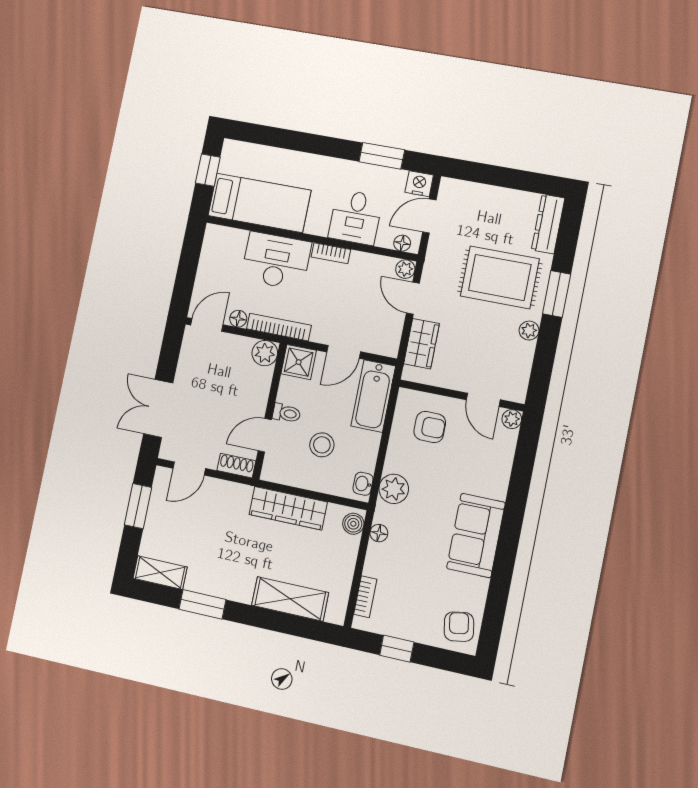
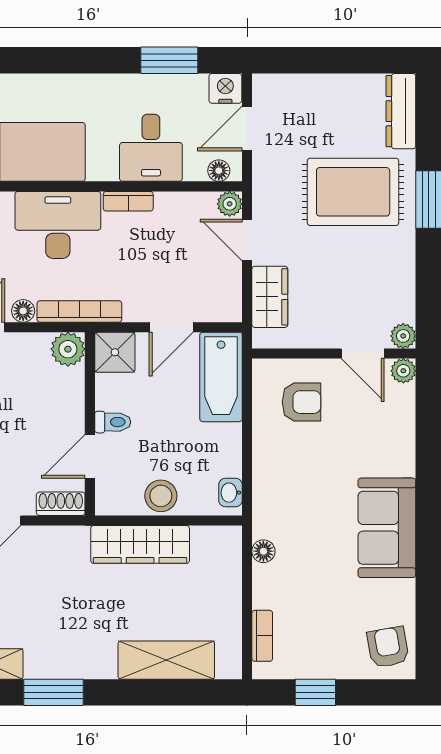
plant: (529, 331) -> (403, 336), moved
stool: (322, 445) -> (161, 496), moved
plant: (394, 489) -> (271, 491), removed
boiler: (353, 524) -> (228, 546), removed

